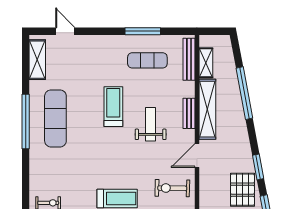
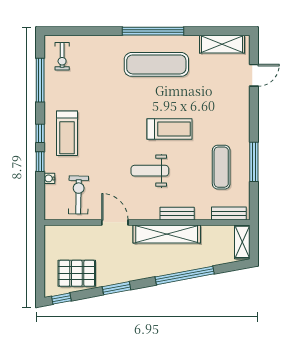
bench: (189, 59) -> (229, 213), width x0.73
shelving: (206, 63) -> (242, 242), moved, turned 90
bench: (189, 113) -> (177, 214), moved
weight bench: (151, 124) -> (150, 171), turned 180
window: (258, 167) -> (117, 288), moved

